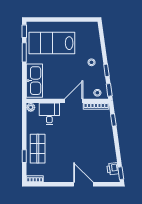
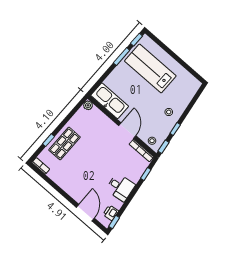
kitchen sink: (34, 81) -> (110, 101), moved, turned -90
door: (74, 101) -> (127, 131), hinge flipped
desk: (49, 114) -> (120, 187), moved, turned 82
door: (83, 184) -> (85, 213), moved

